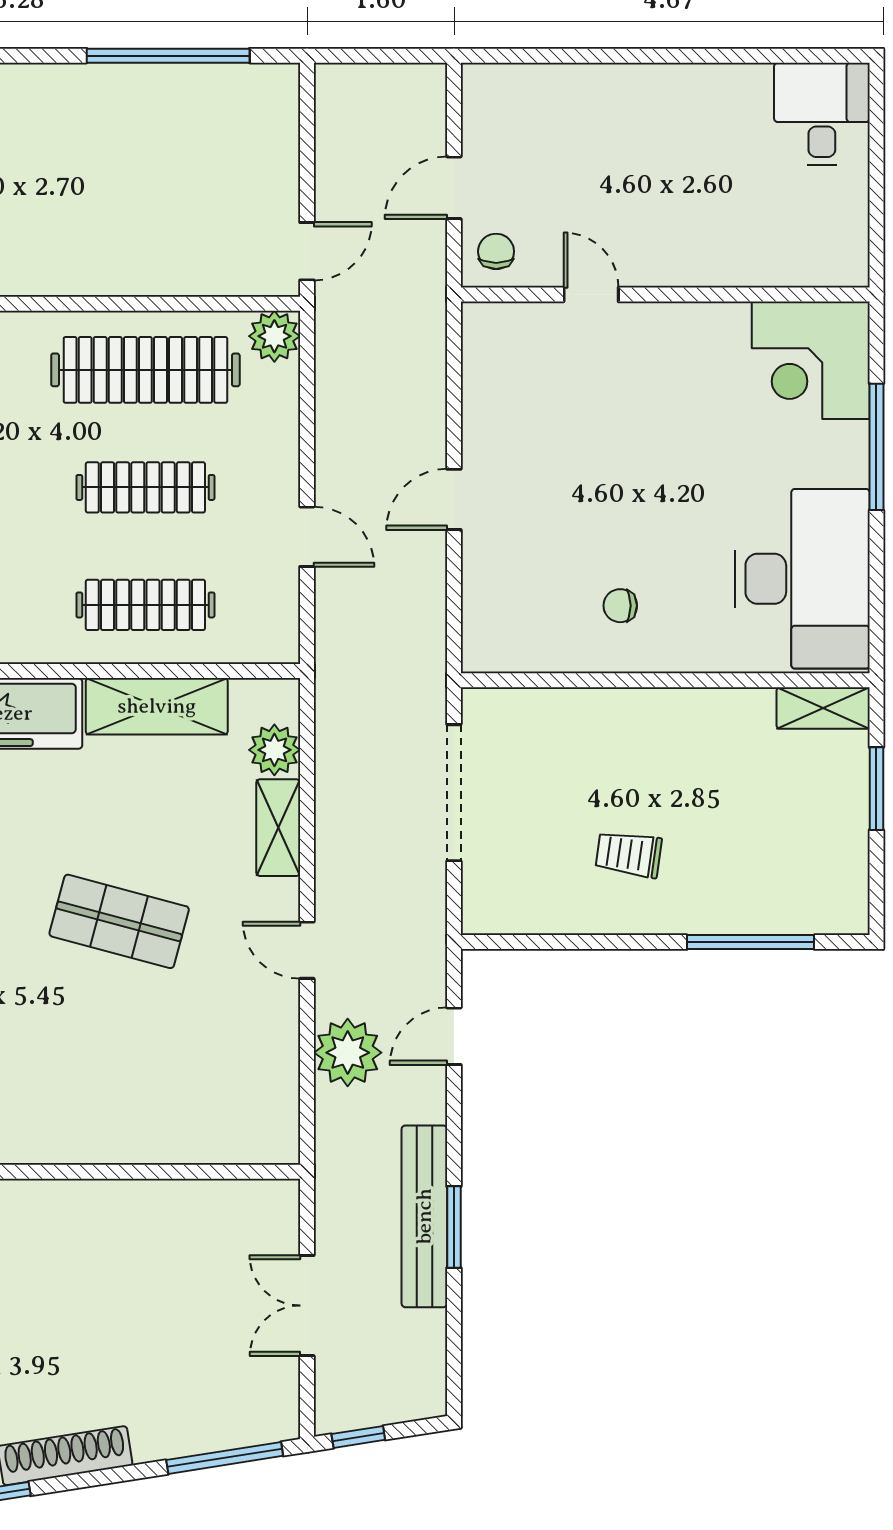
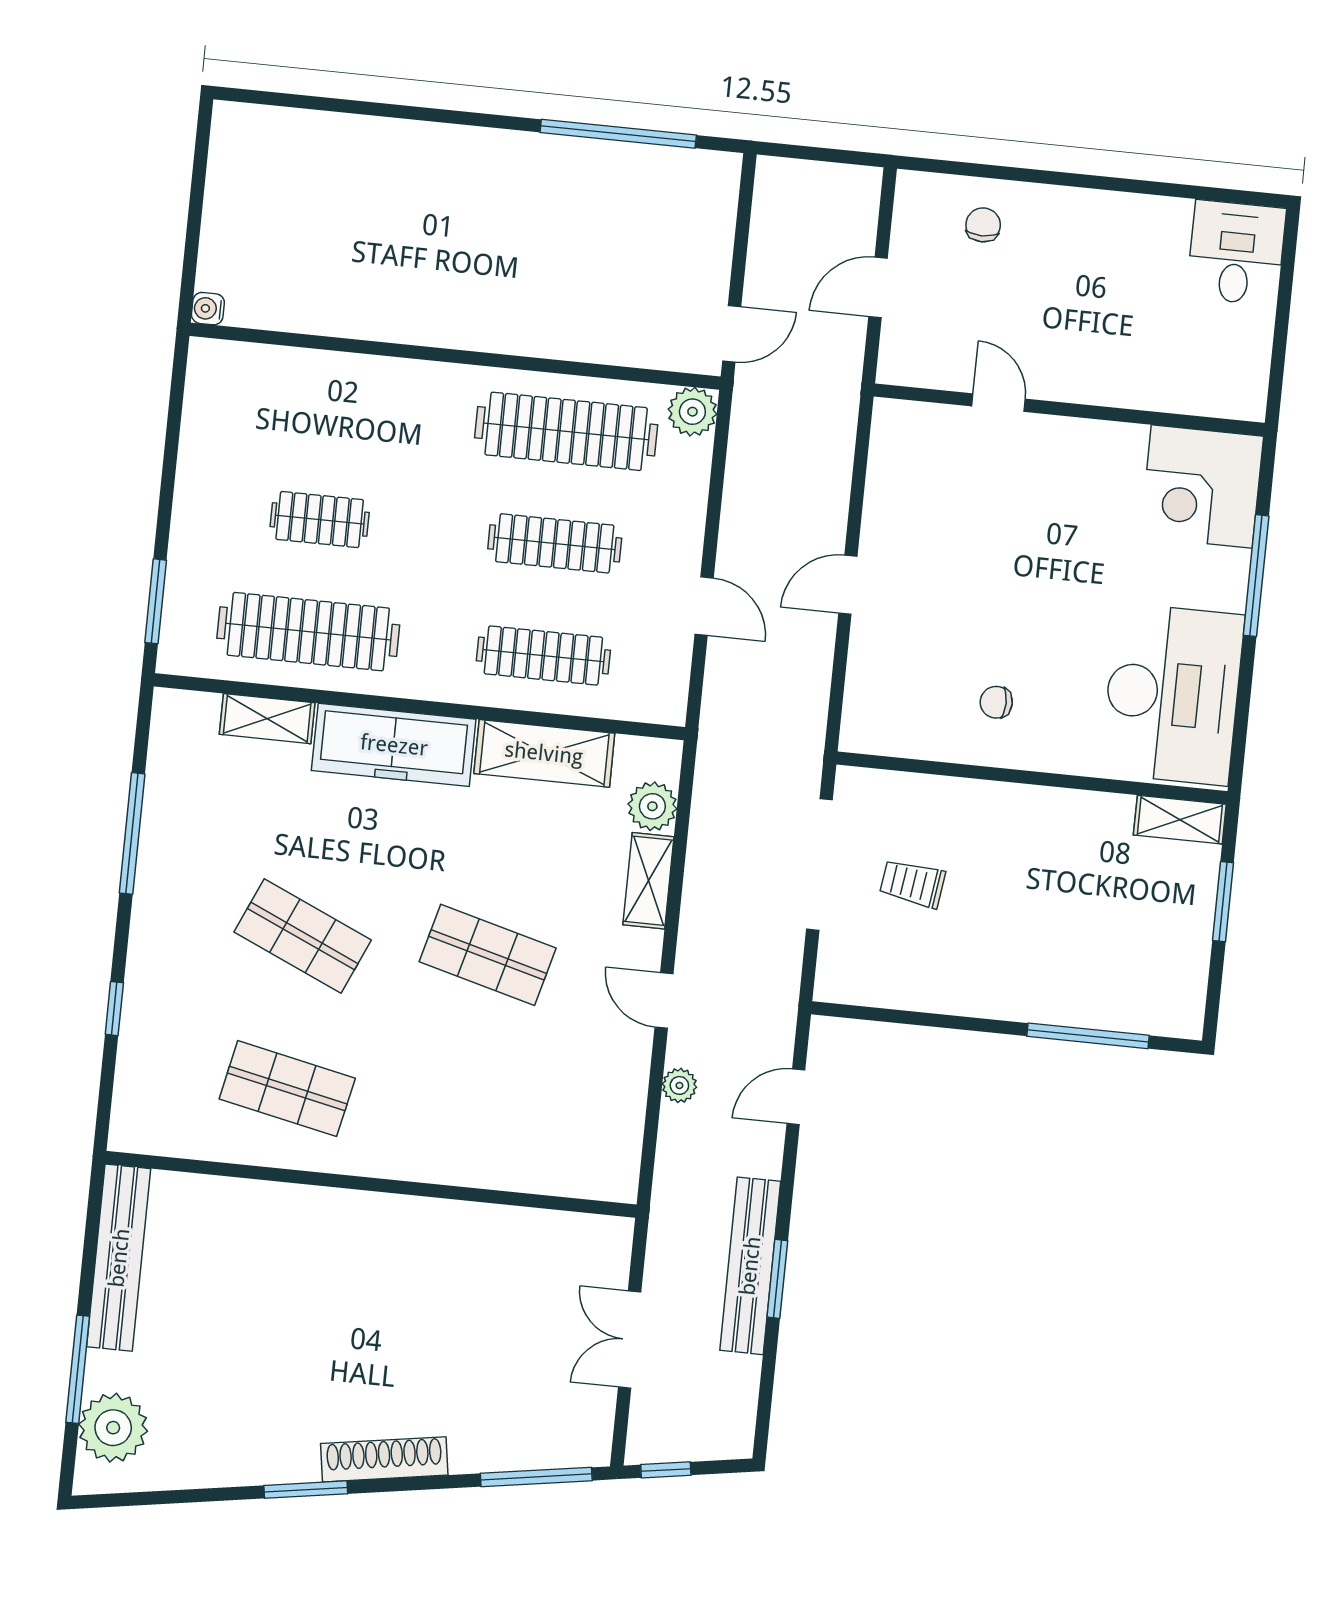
chair: (496, 251) -> (983, 225), moved
trolley: (629, 854) -> (913, 883), moved
plant: (348, 1053) -> (679, 1085), width x0.53, depth x0.53

